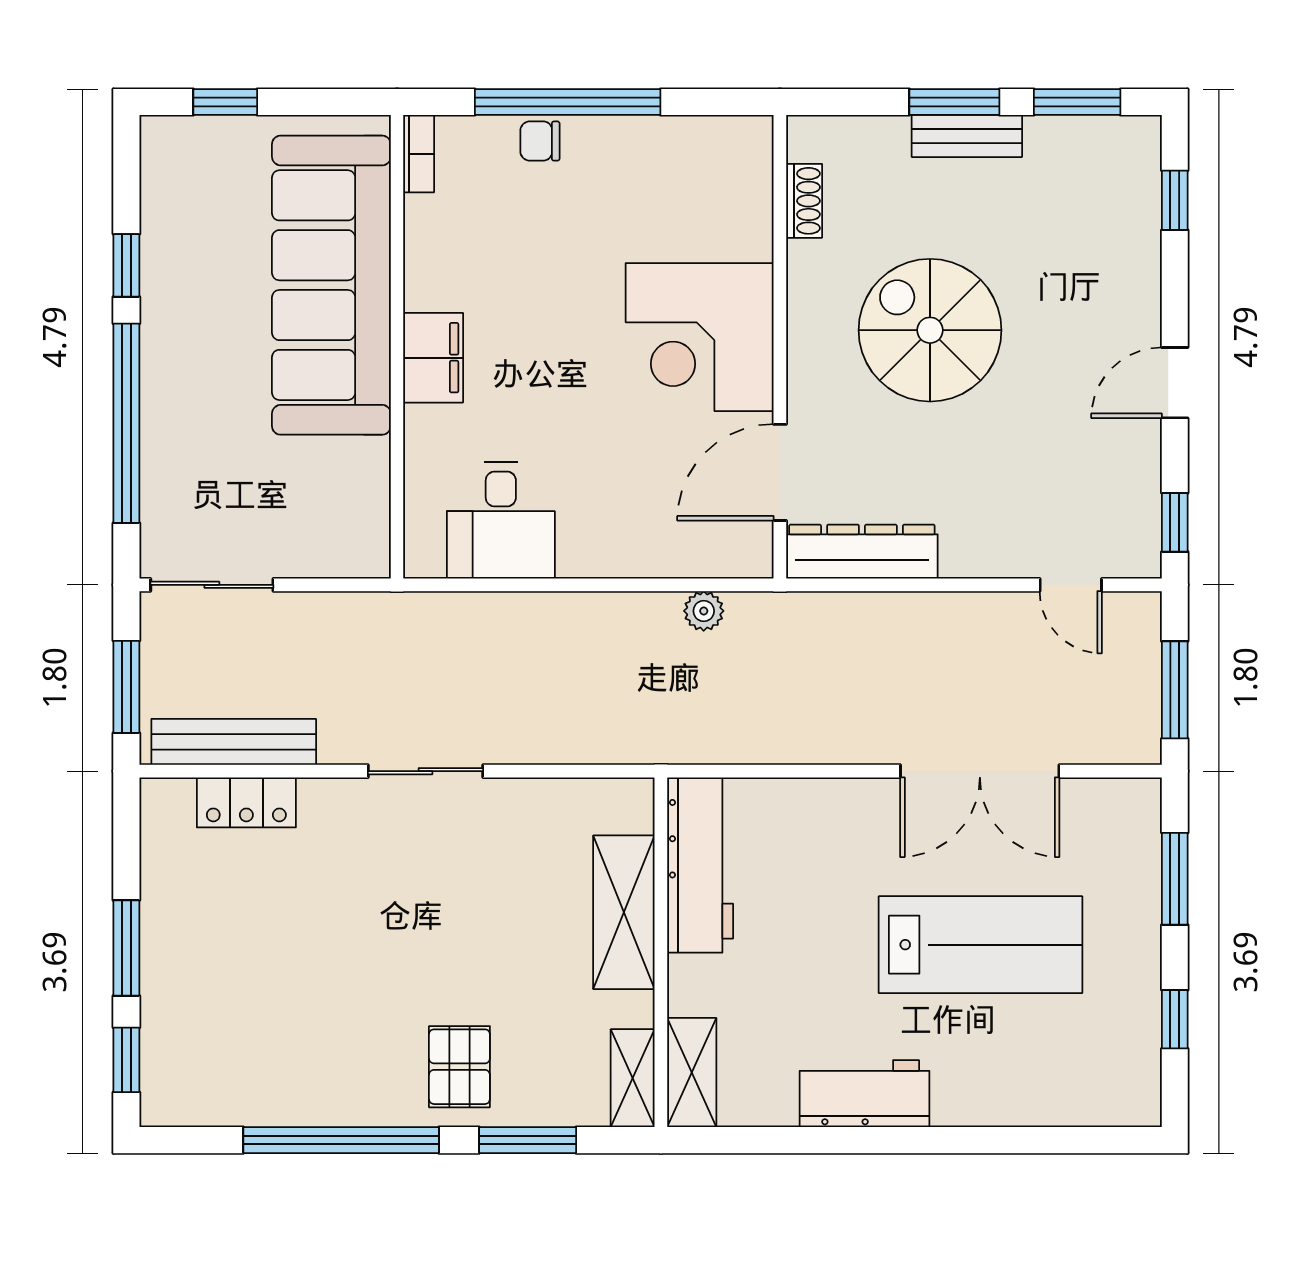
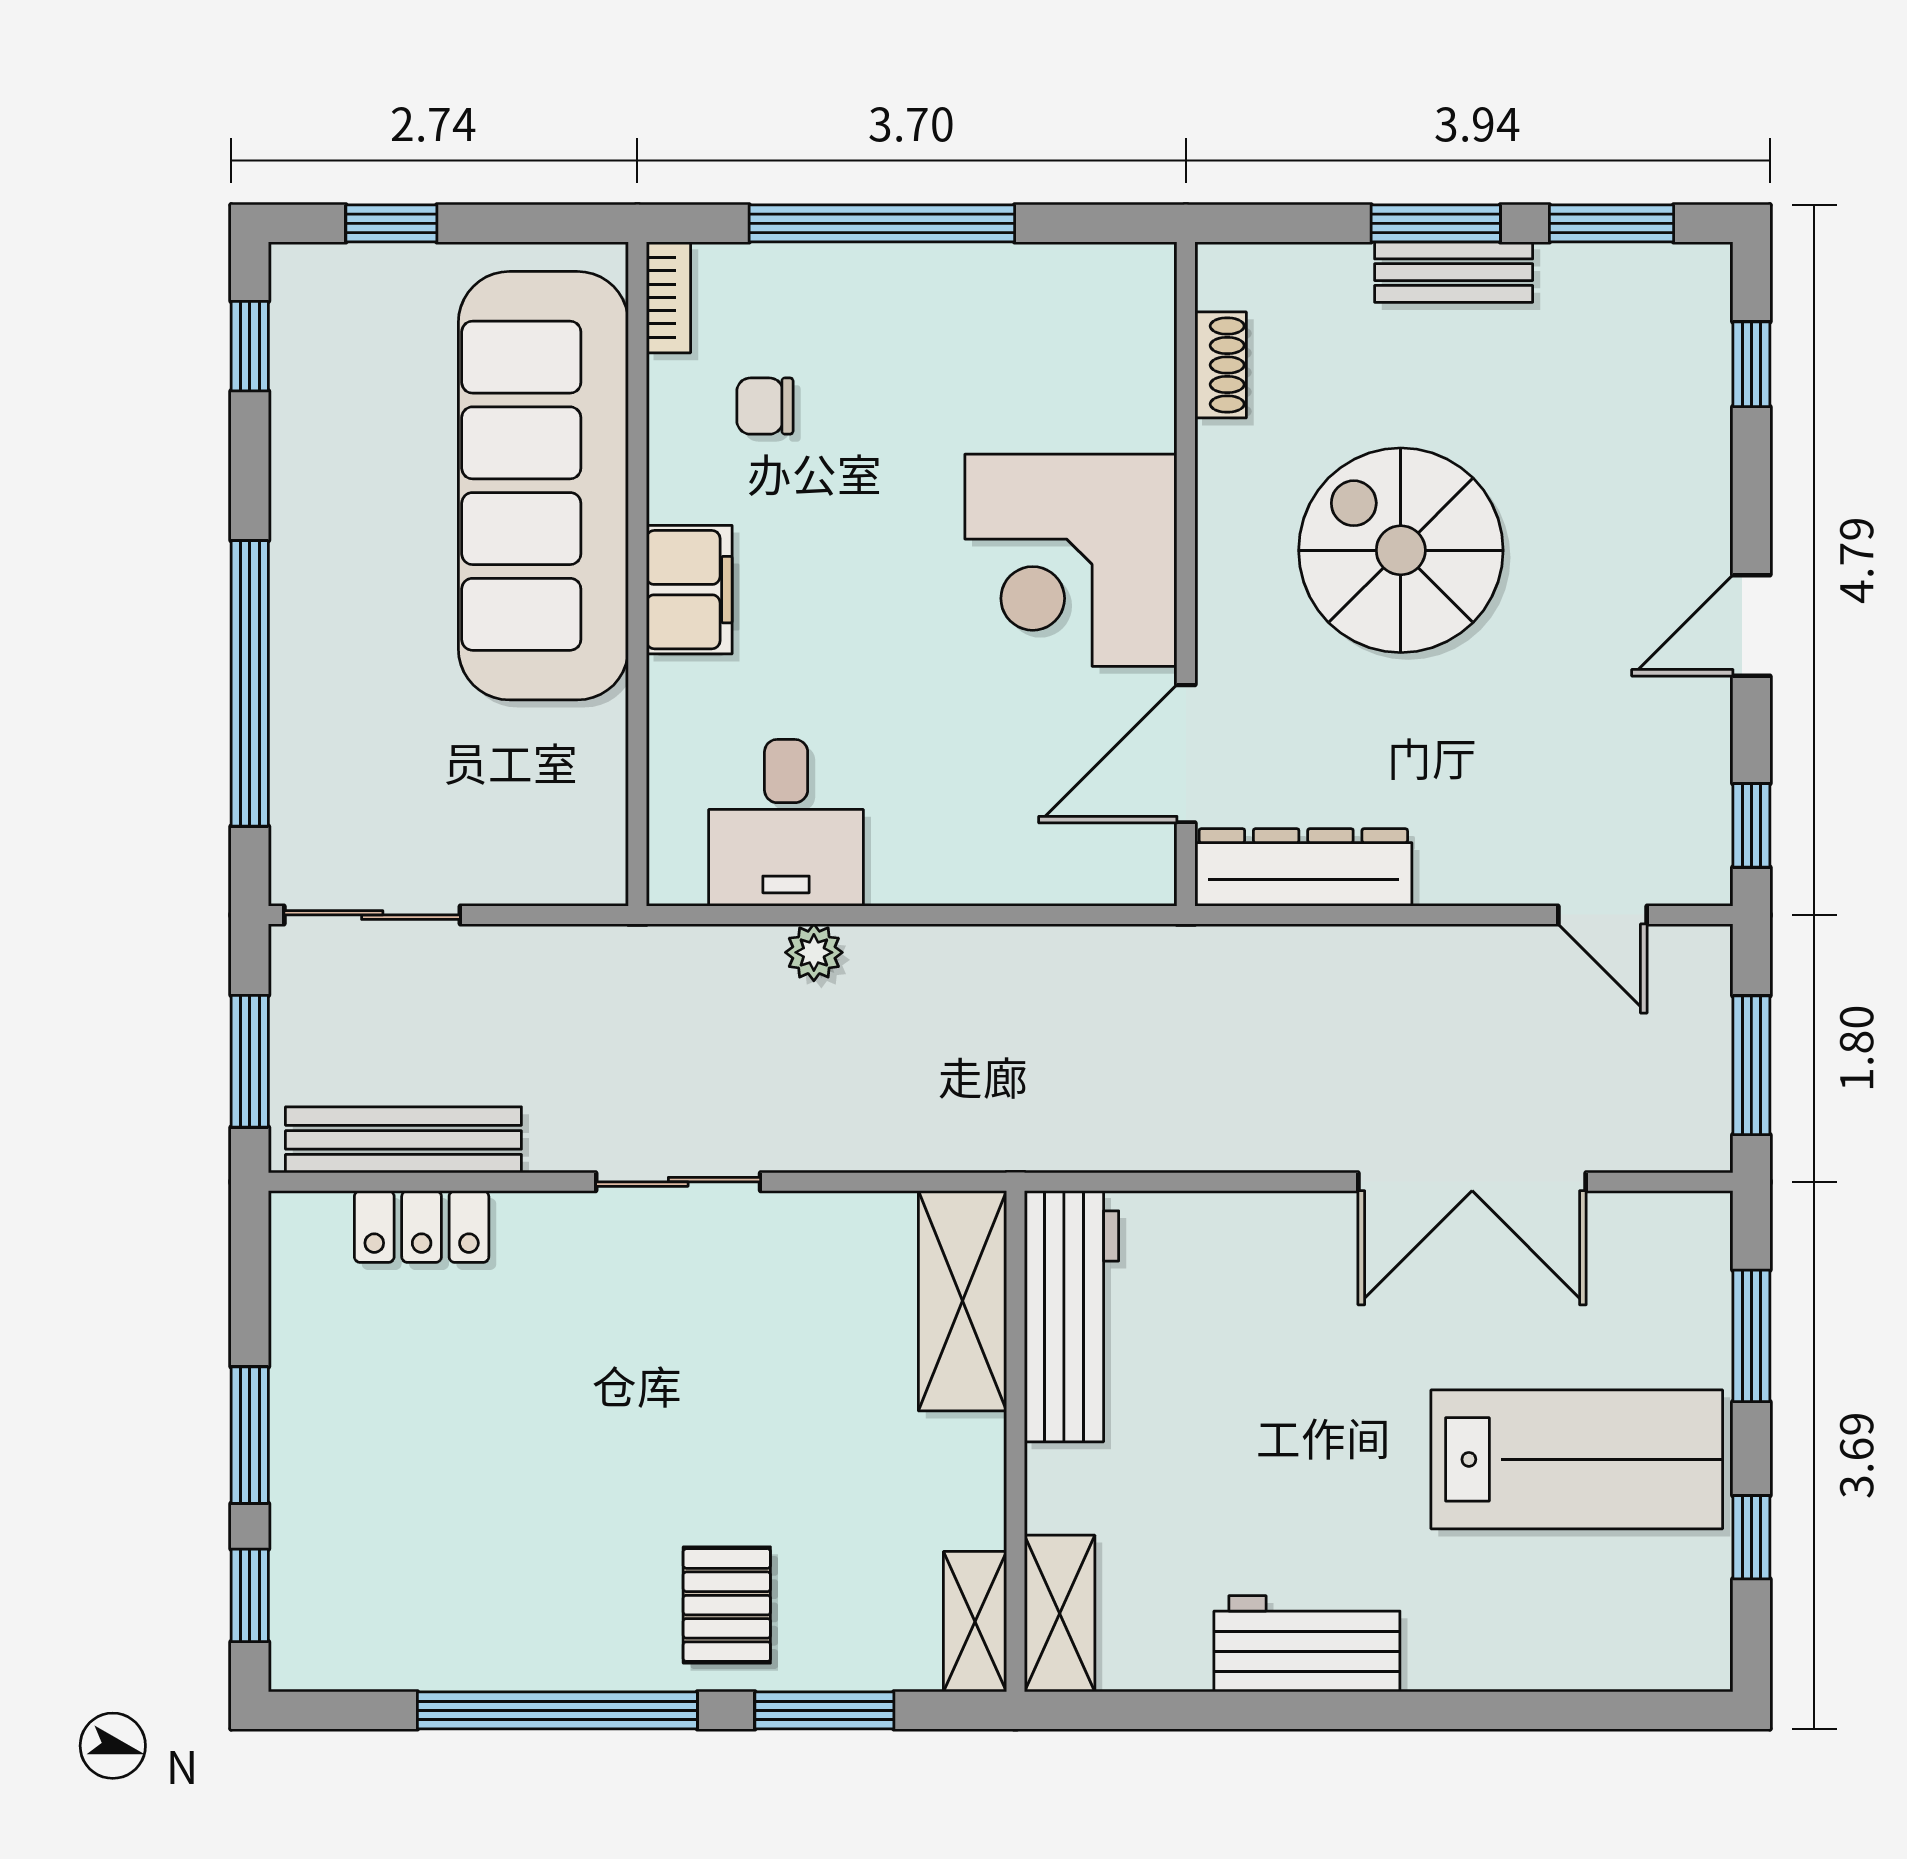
chair: (540, 141) -> (765, 406), moved
window: (126, 265) -> (250, 346), moved
plant: (704, 611) -> (814, 952), moved
shelving: (624, 912) -> (962, 1301), moved
lab bench: (981, 945) -> (1577, 1459), moved

